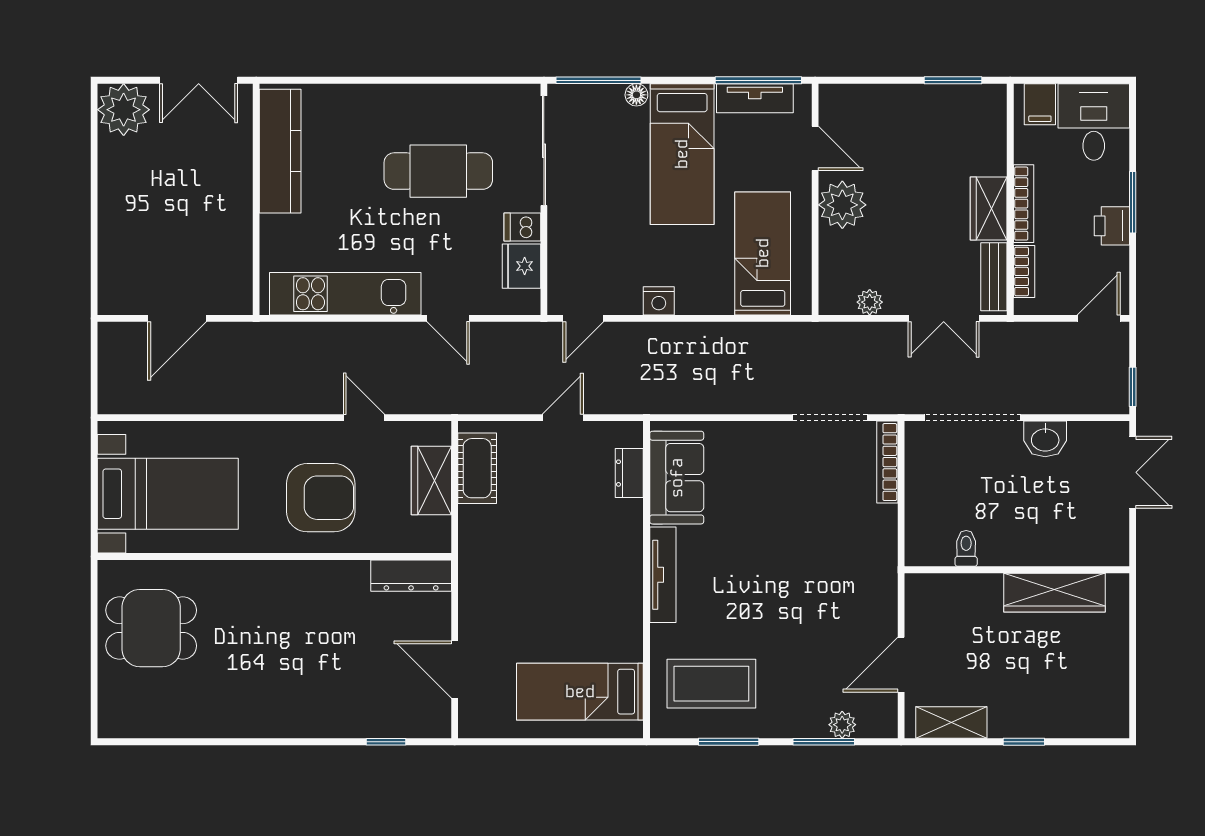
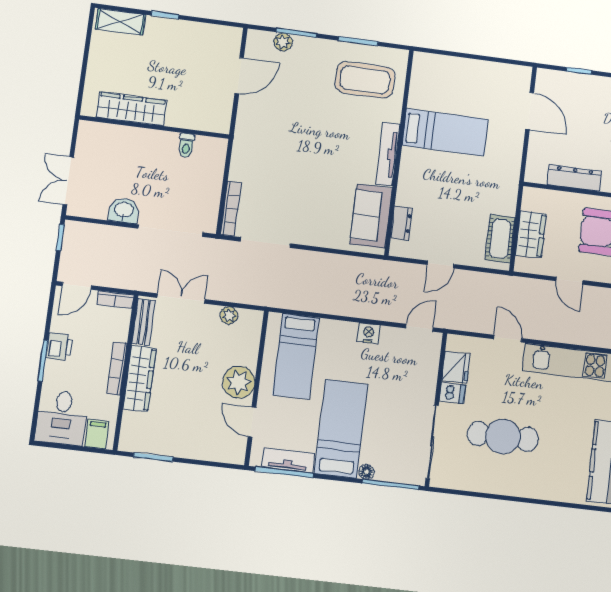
wardrobe: (989, 208) -> (139, 379), width x1.50
bookcase: (1024, 271) -> (115, 300), moved, turned -90
dresser: (411, 576) -> (574, 178), moved
bed: (580, 692) -> (445, 132), moved
shelving: (951, 723) -> (120, 22), moved

